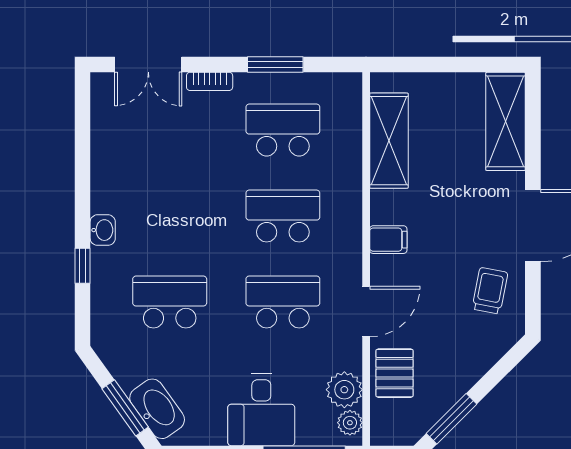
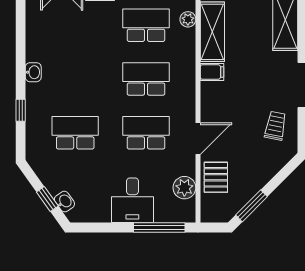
washbasin: (103, 230) -> (33, 72), moved
filing cabinet: (388, 240) -> (212, 72), moved
window: (125, 408) -> (47, 199), width x0.67
washbasin: (157, 409) -> (64, 202), width x0.52, depth x0.69
plant: (350, 423) -> (188, 19), moved

